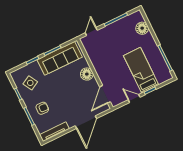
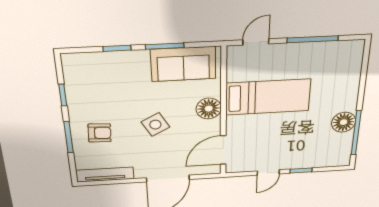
floor lamp: (142, 28) -> (344, 122), moved
sofa: (60, 58) -> (183, 64), width x0.73
bed: (141, 70) -> (268, 97), moved, turned 90
side table: (30, 83) -> (155, 125), moved
door: (134, 98) -> (268, 172), swing flipped

